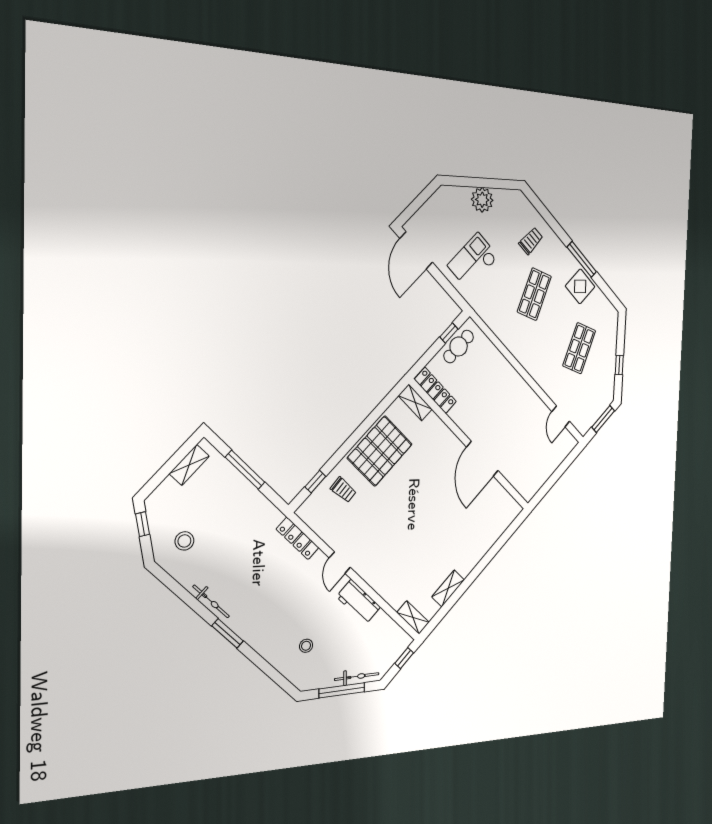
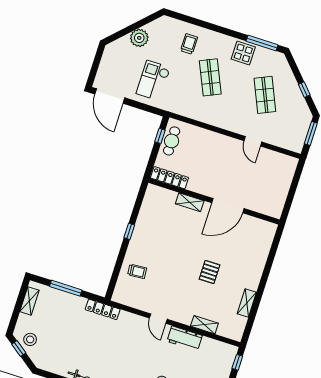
window: (582, 259) -> (262, 43), moved
shelving: (415, 402) -> (190, 202), moved
door: (561, 416) -> (253, 141), moved
pallet: (380, 451) -> (210, 272), moved, width x0.49, depth x0.50
door: (482, 459) -> (228, 206), hinge flipped
window: (315, 482) -> (129, 231), moved
locker: (298, 538) -> (103, 309), moved
stool: (184, 541) -> (30, 339), moved
shelving: (413, 617) -> (204, 325), moved

